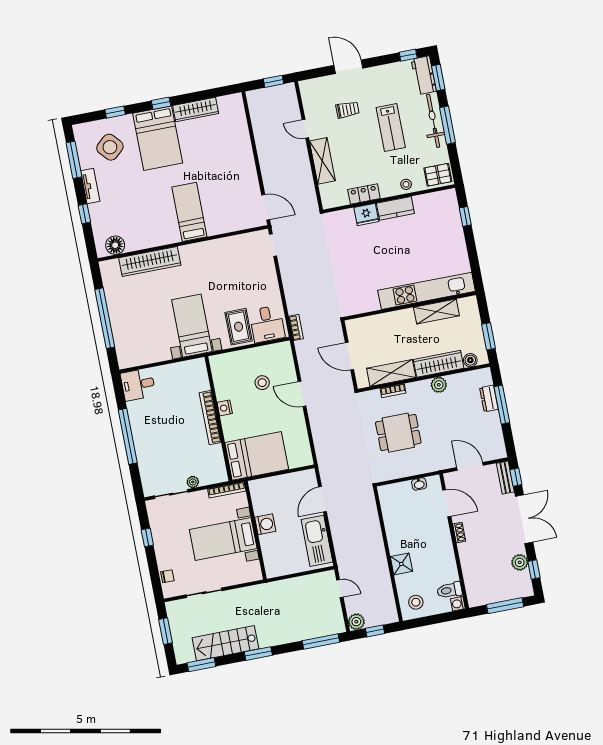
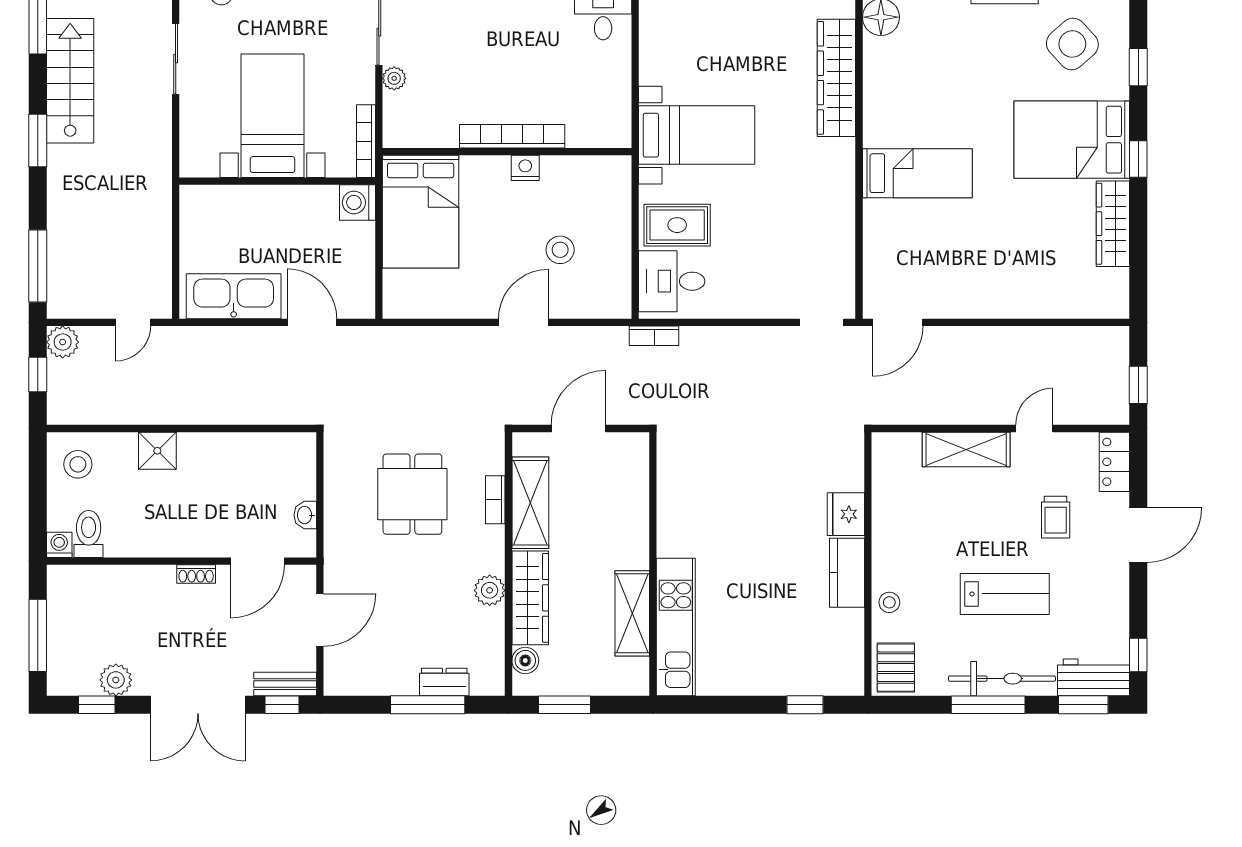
lab bench: (391, 128) -> (1005, 594), turned 180
locker: (364, 194) -> (1114, 462), moved, turned 180
kitchen unit: (427, 291) -> (676, 627), width x0.73
washing machine: (265, 524) -> (357, 202), moved, turned 90

